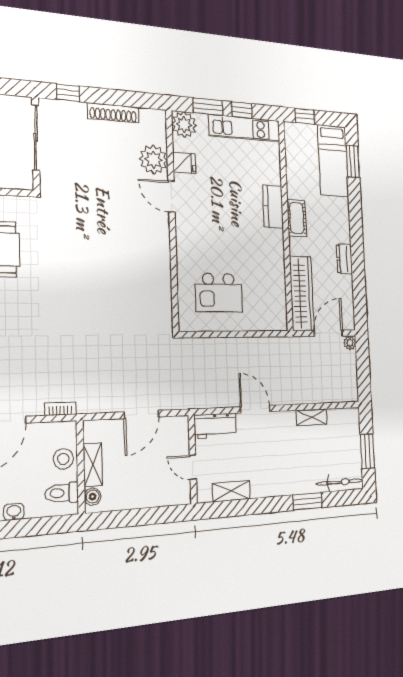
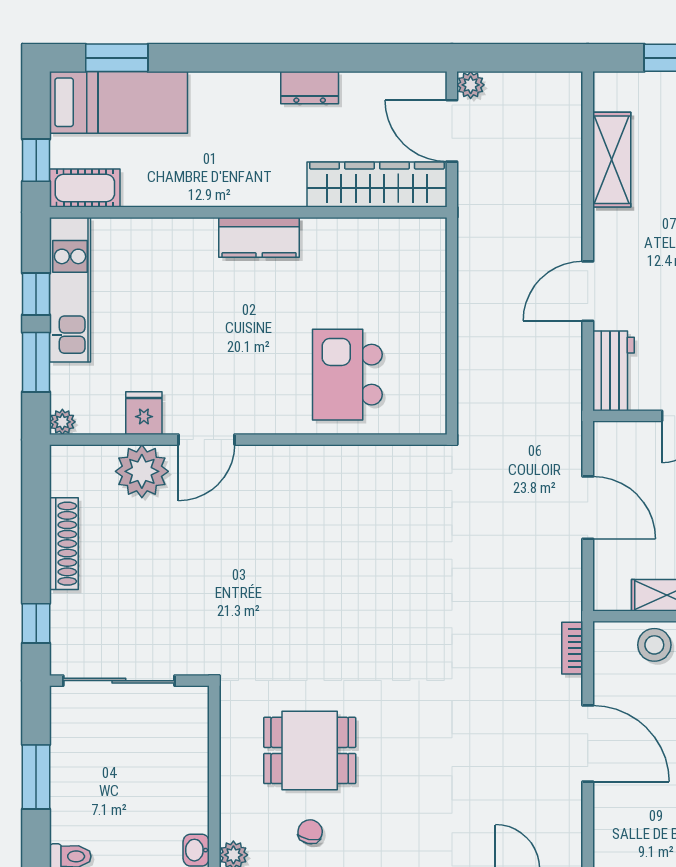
plant: (184, 125) -> (62, 422), width x0.53, depth x0.53
kitchen counter: (273, 206) -> (259, 237), moved
cot: (297, 218) -> (85, 188), moved
kitchen island: (219, 293) -> (347, 375), moved, turned 180
shelving: (312, 417) -> (612, 160), width x1.50, depth x1.33

